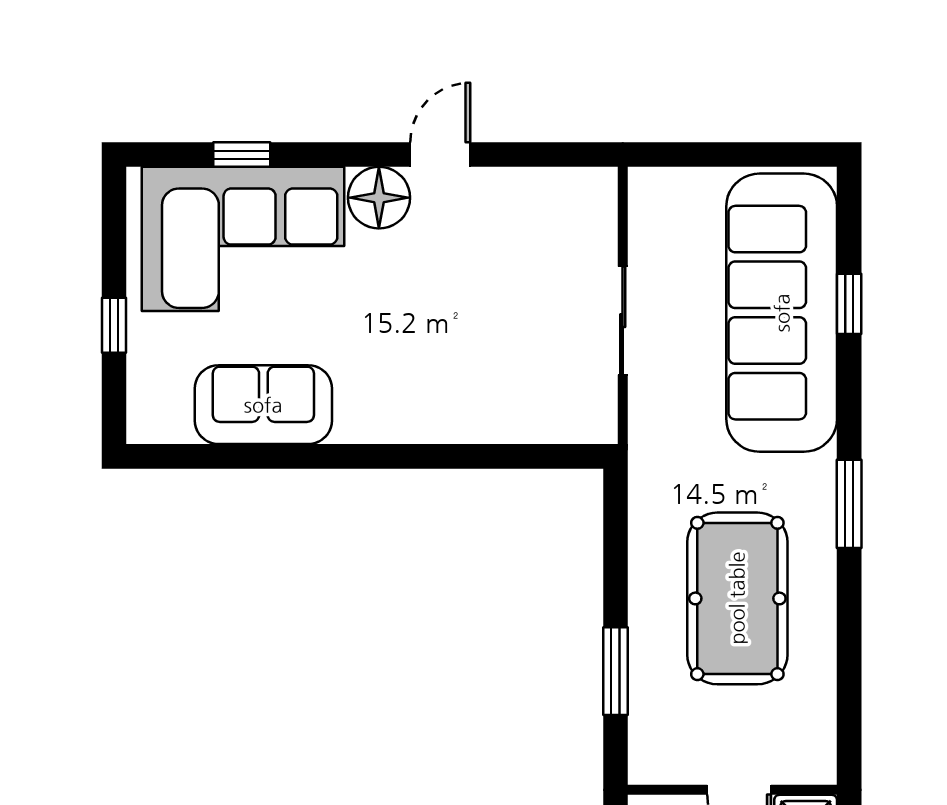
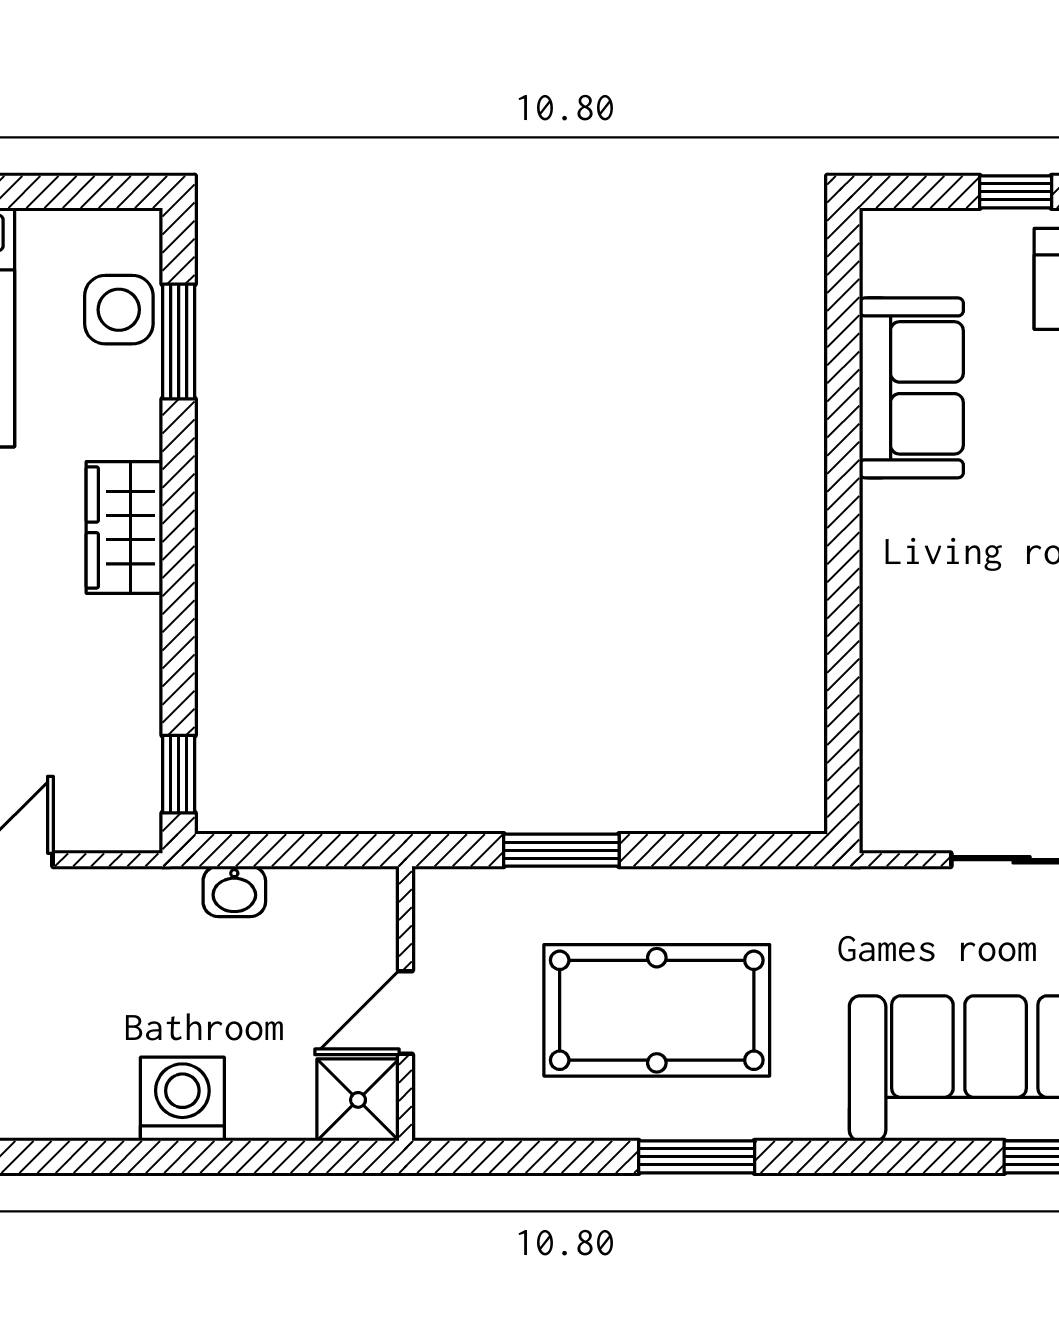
window: (849, 504) -> (697, 1157), moved

